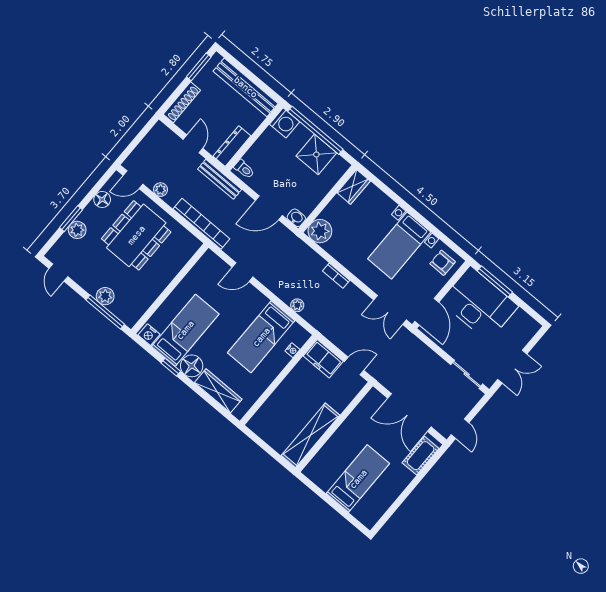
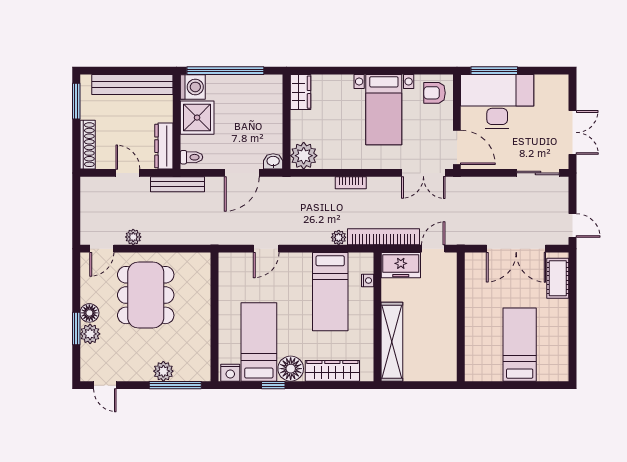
shower: (316, 154) -> (197, 118), moved
floor lamp: (102, 199) -> (89, 313), moved
bookcase: (201, 224) -> (383, 237), moved
shelving: (310, 435) -> (392, 342), moved

